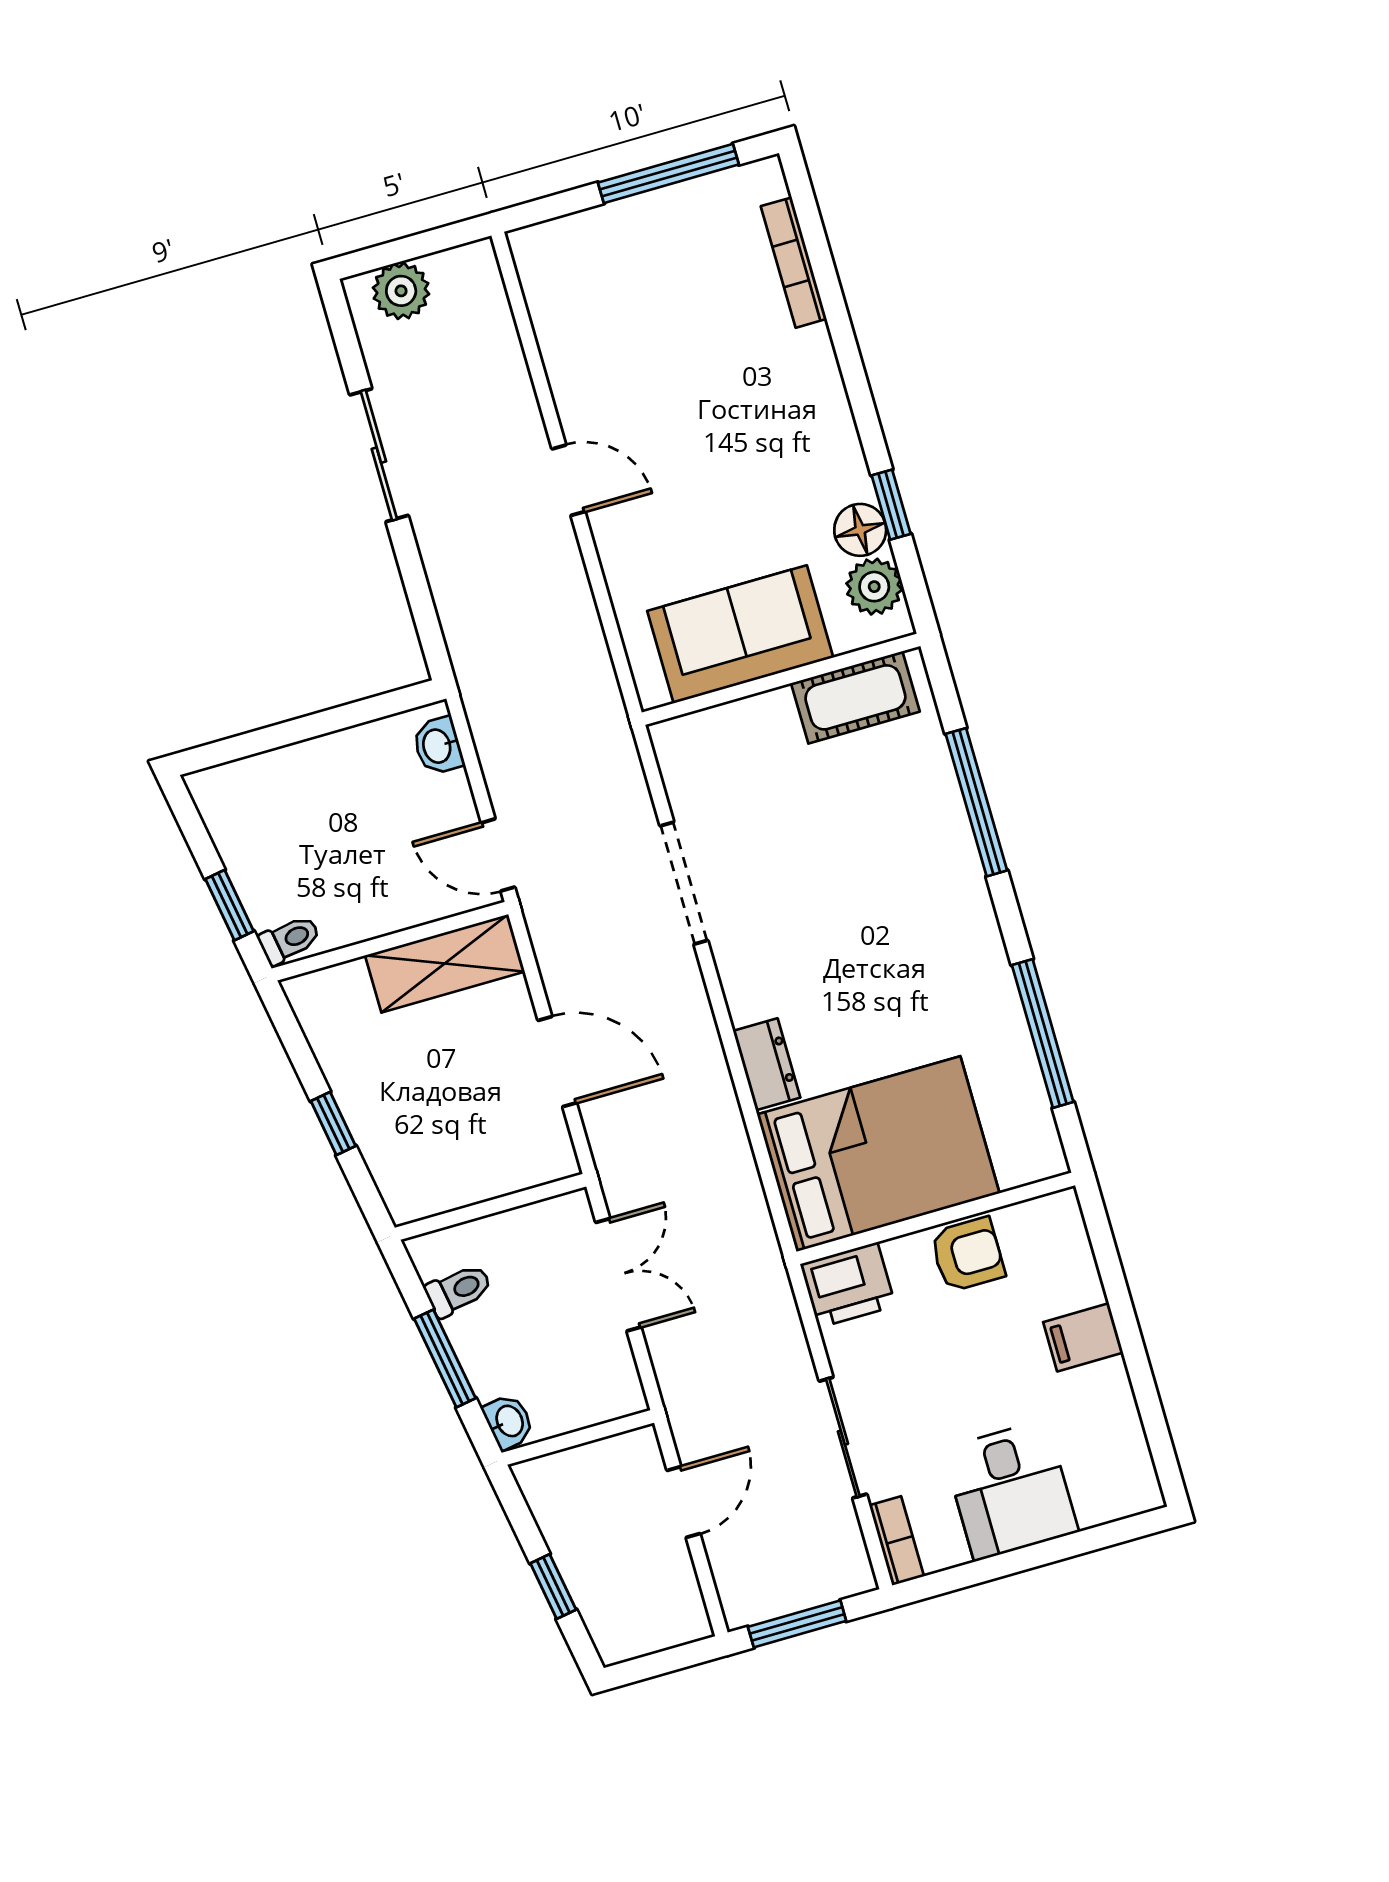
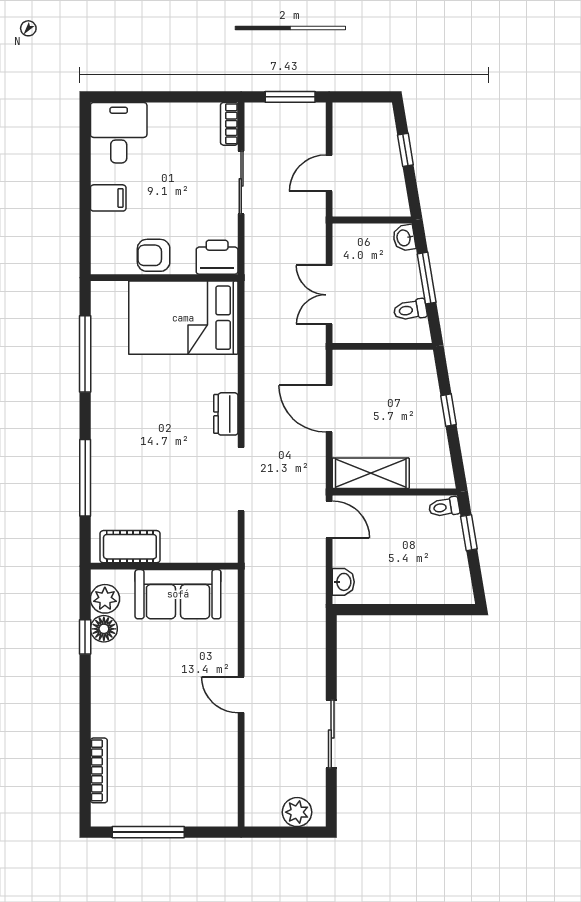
dresser: (767, 1064) -> (226, 414), moved
desk: (1011, 1490) -> (119, 133), moved

